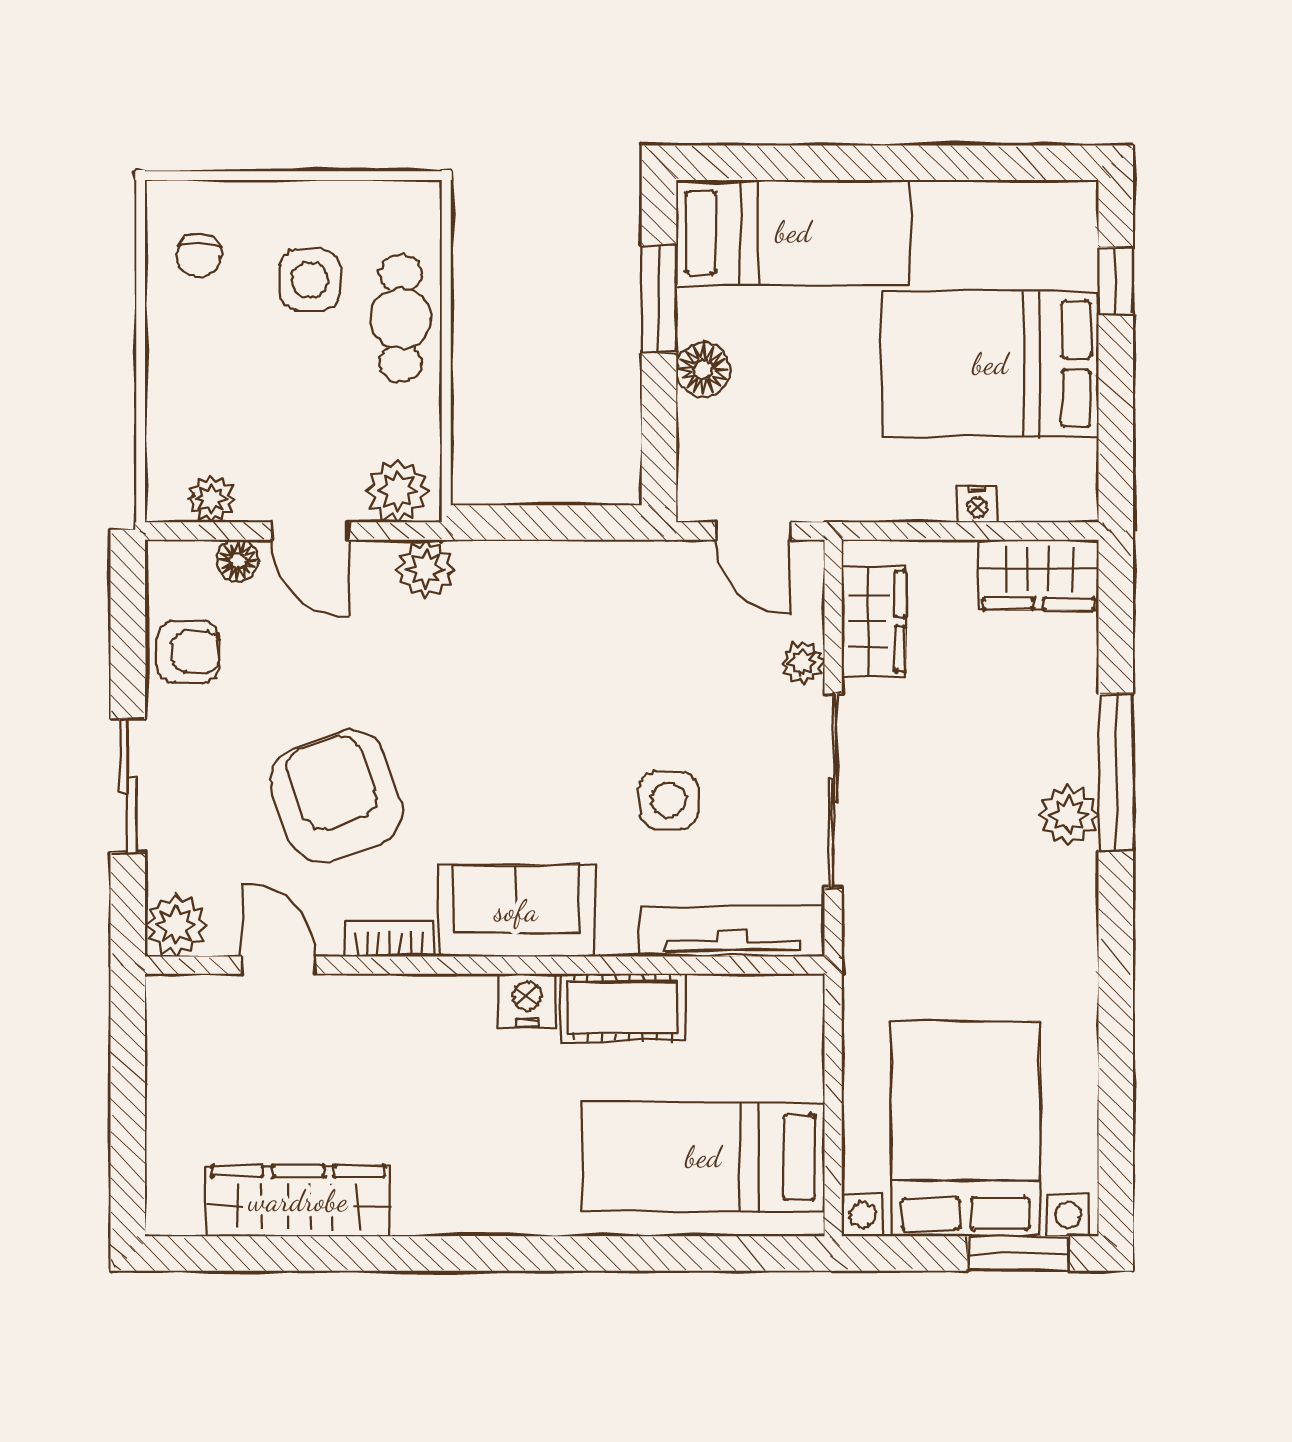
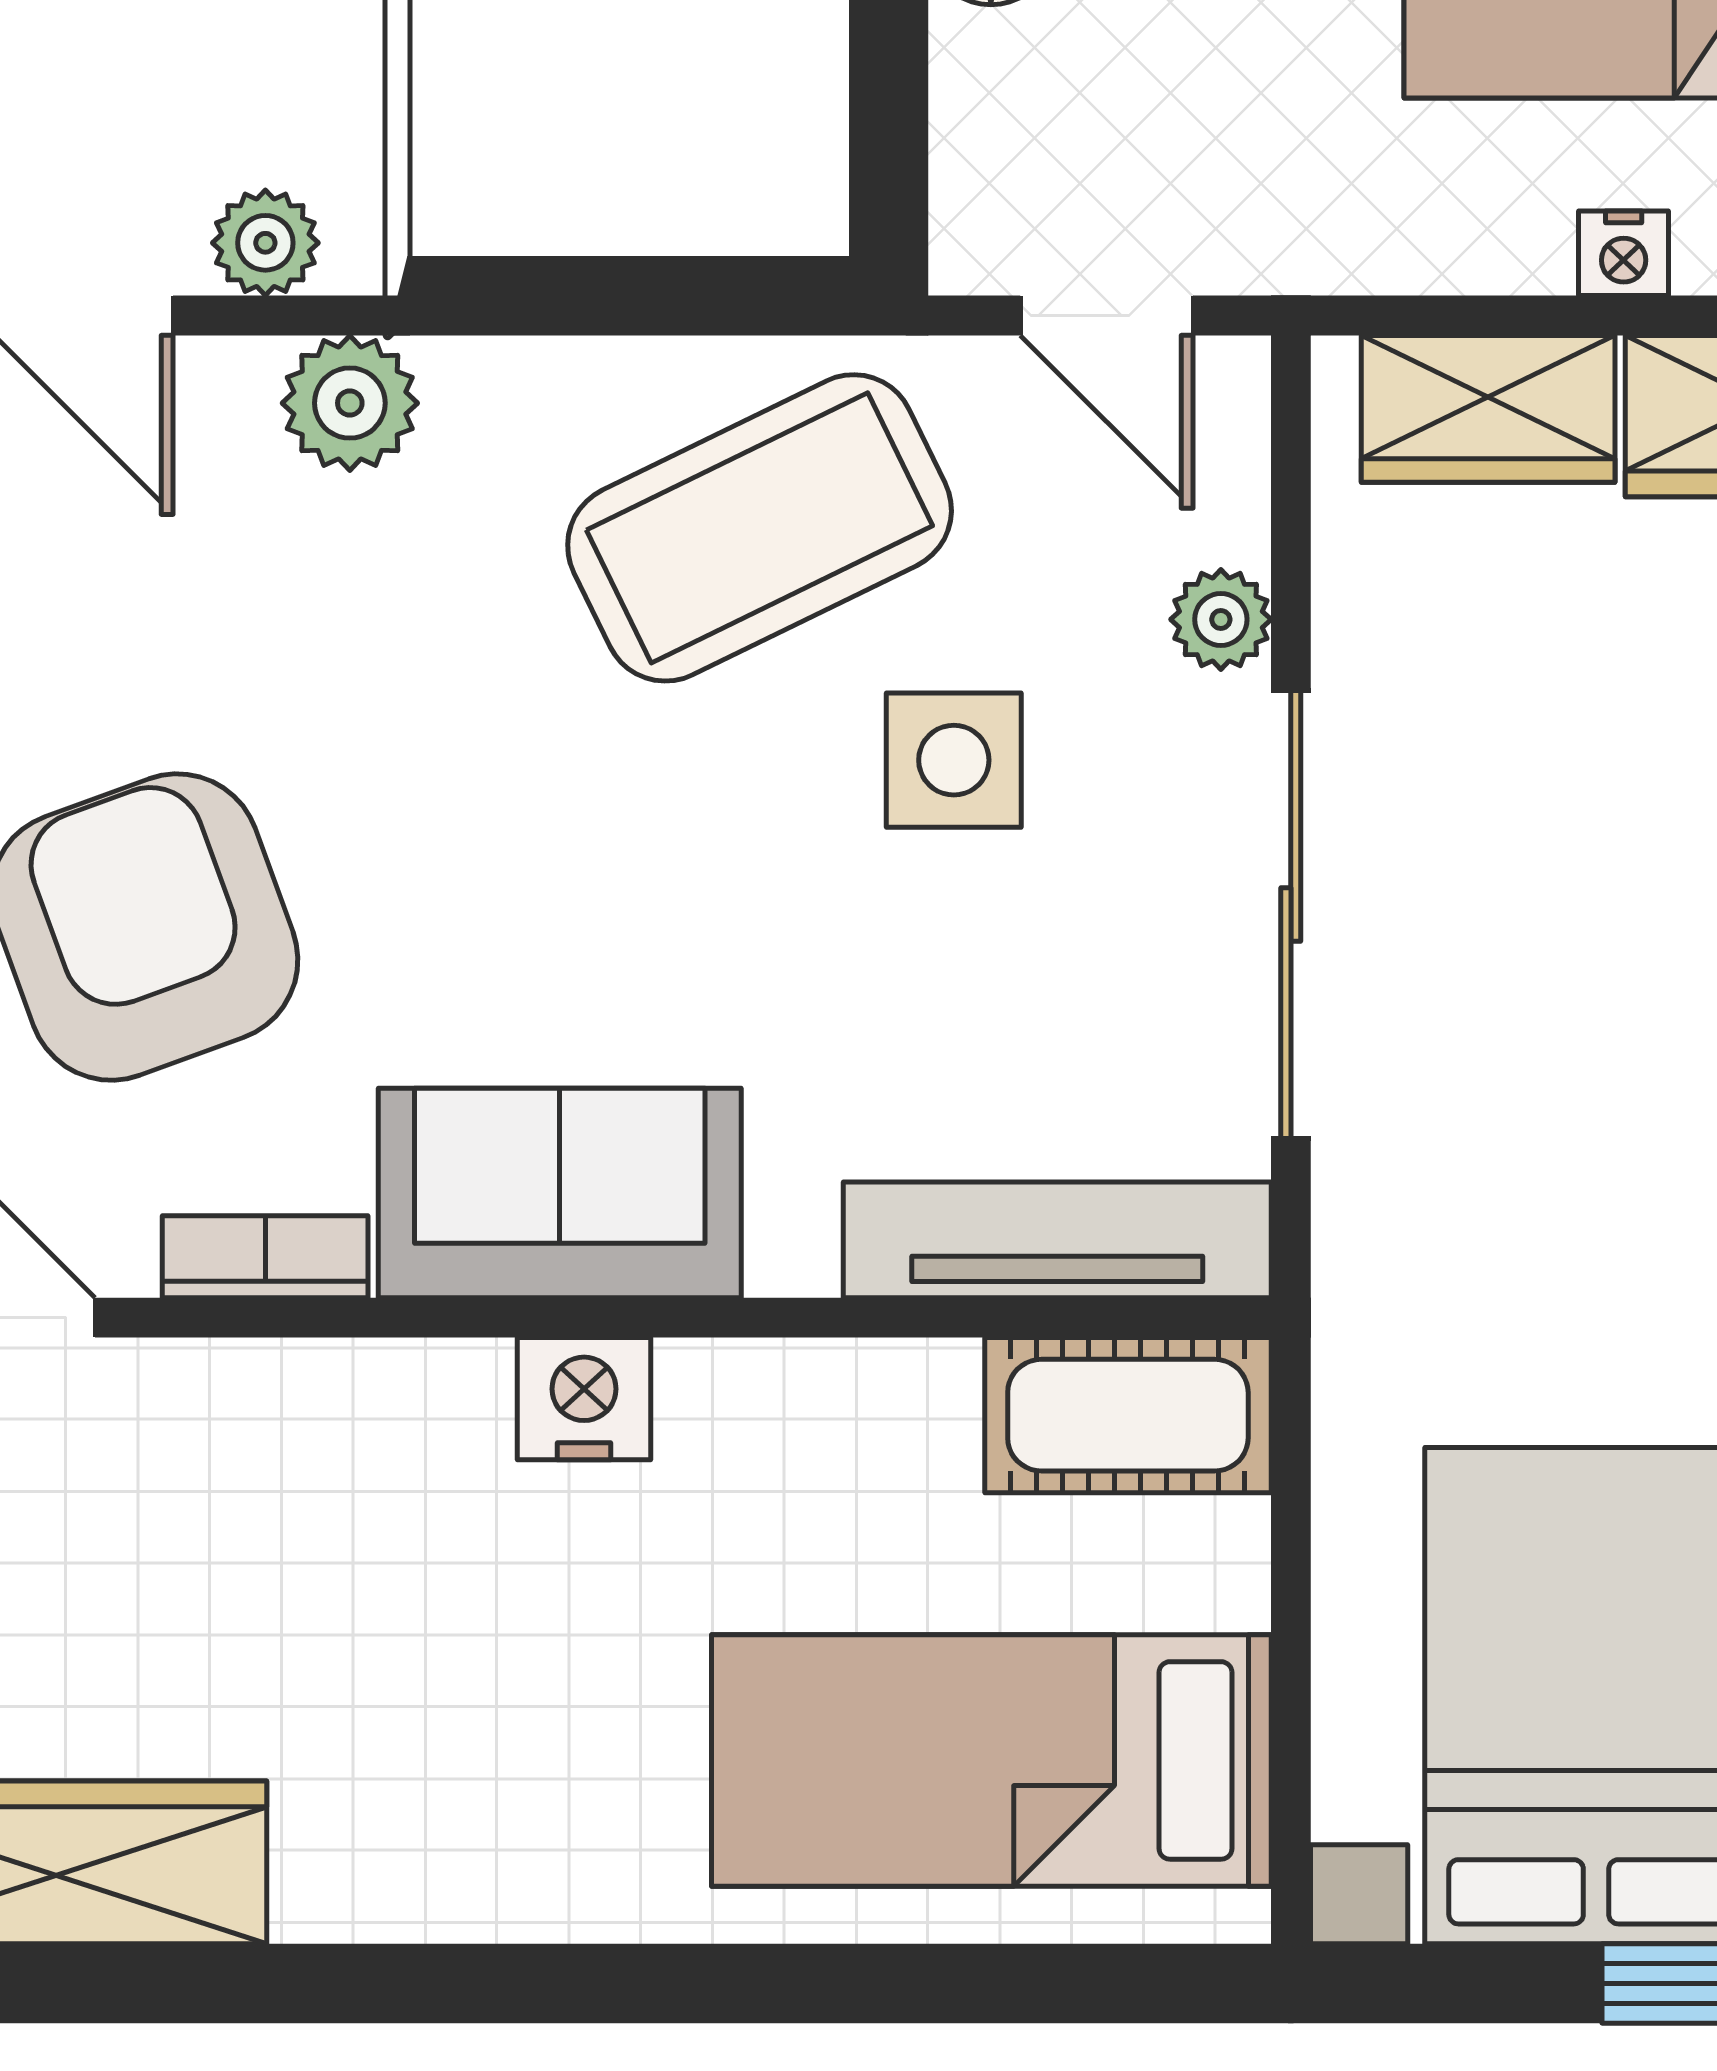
plant: (398, 491) -> (265, 243), width x0.73, depth x0.73
wardrobe: (874, 621) -> (1488, 409), moved, turned 90
coffee table: (603, 623) -> (760, 528), added
side table: (669, 800) -> (954, 760), moved
cot: (622, 1007) -> (1128, 1415), moved

